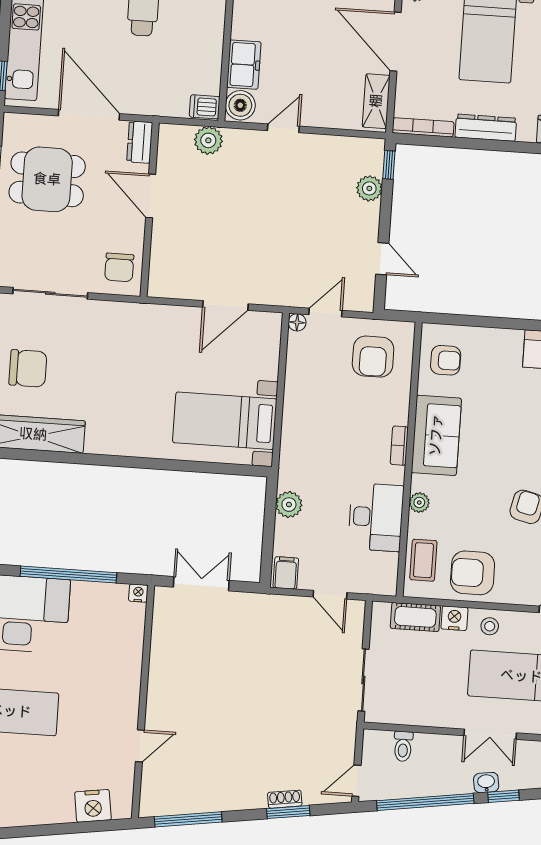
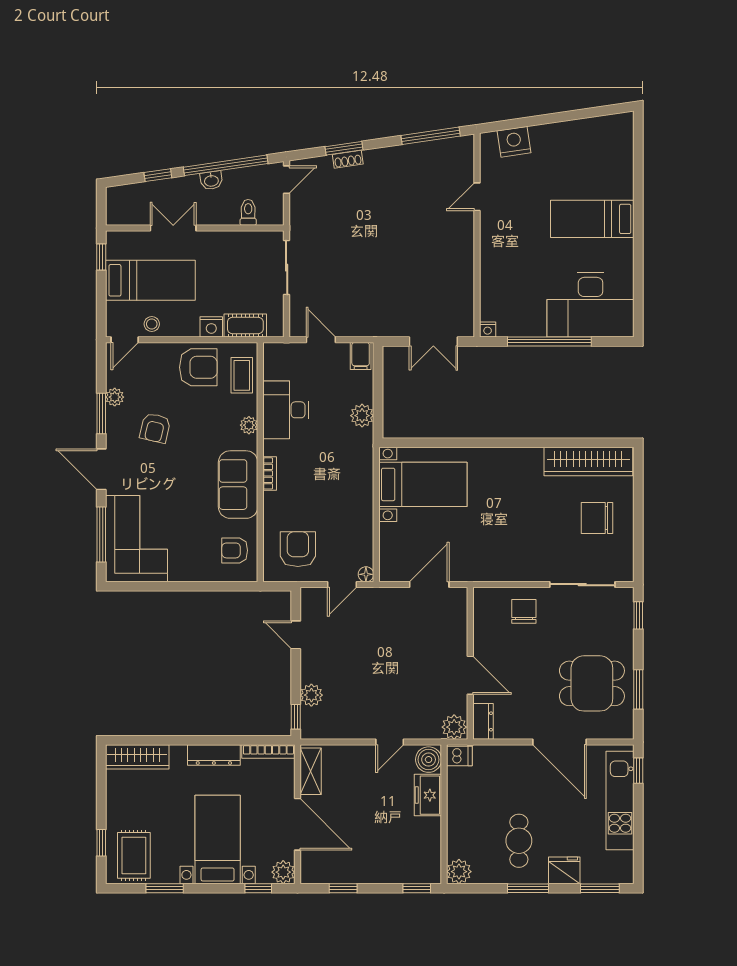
dresser: (140, 142) -> (483, 721), moved
door: (151, 196) -> (470, 675), moved
wall: (150, 210) -> (470, 663), moved
stool: (490, 626) -> (152, 324), moved
washbasin: (486, 783) -> (211, 180), moved

